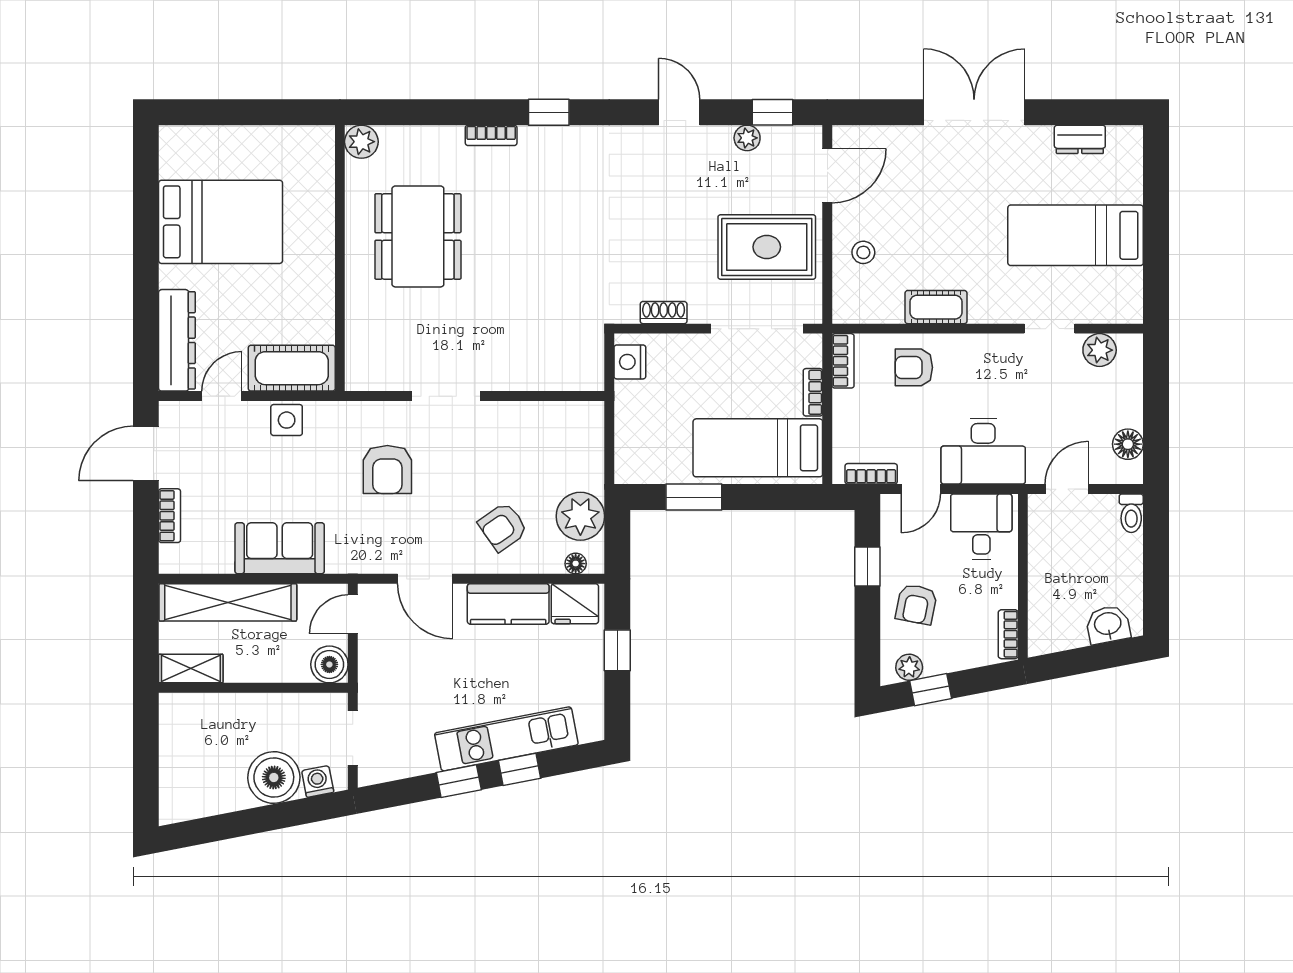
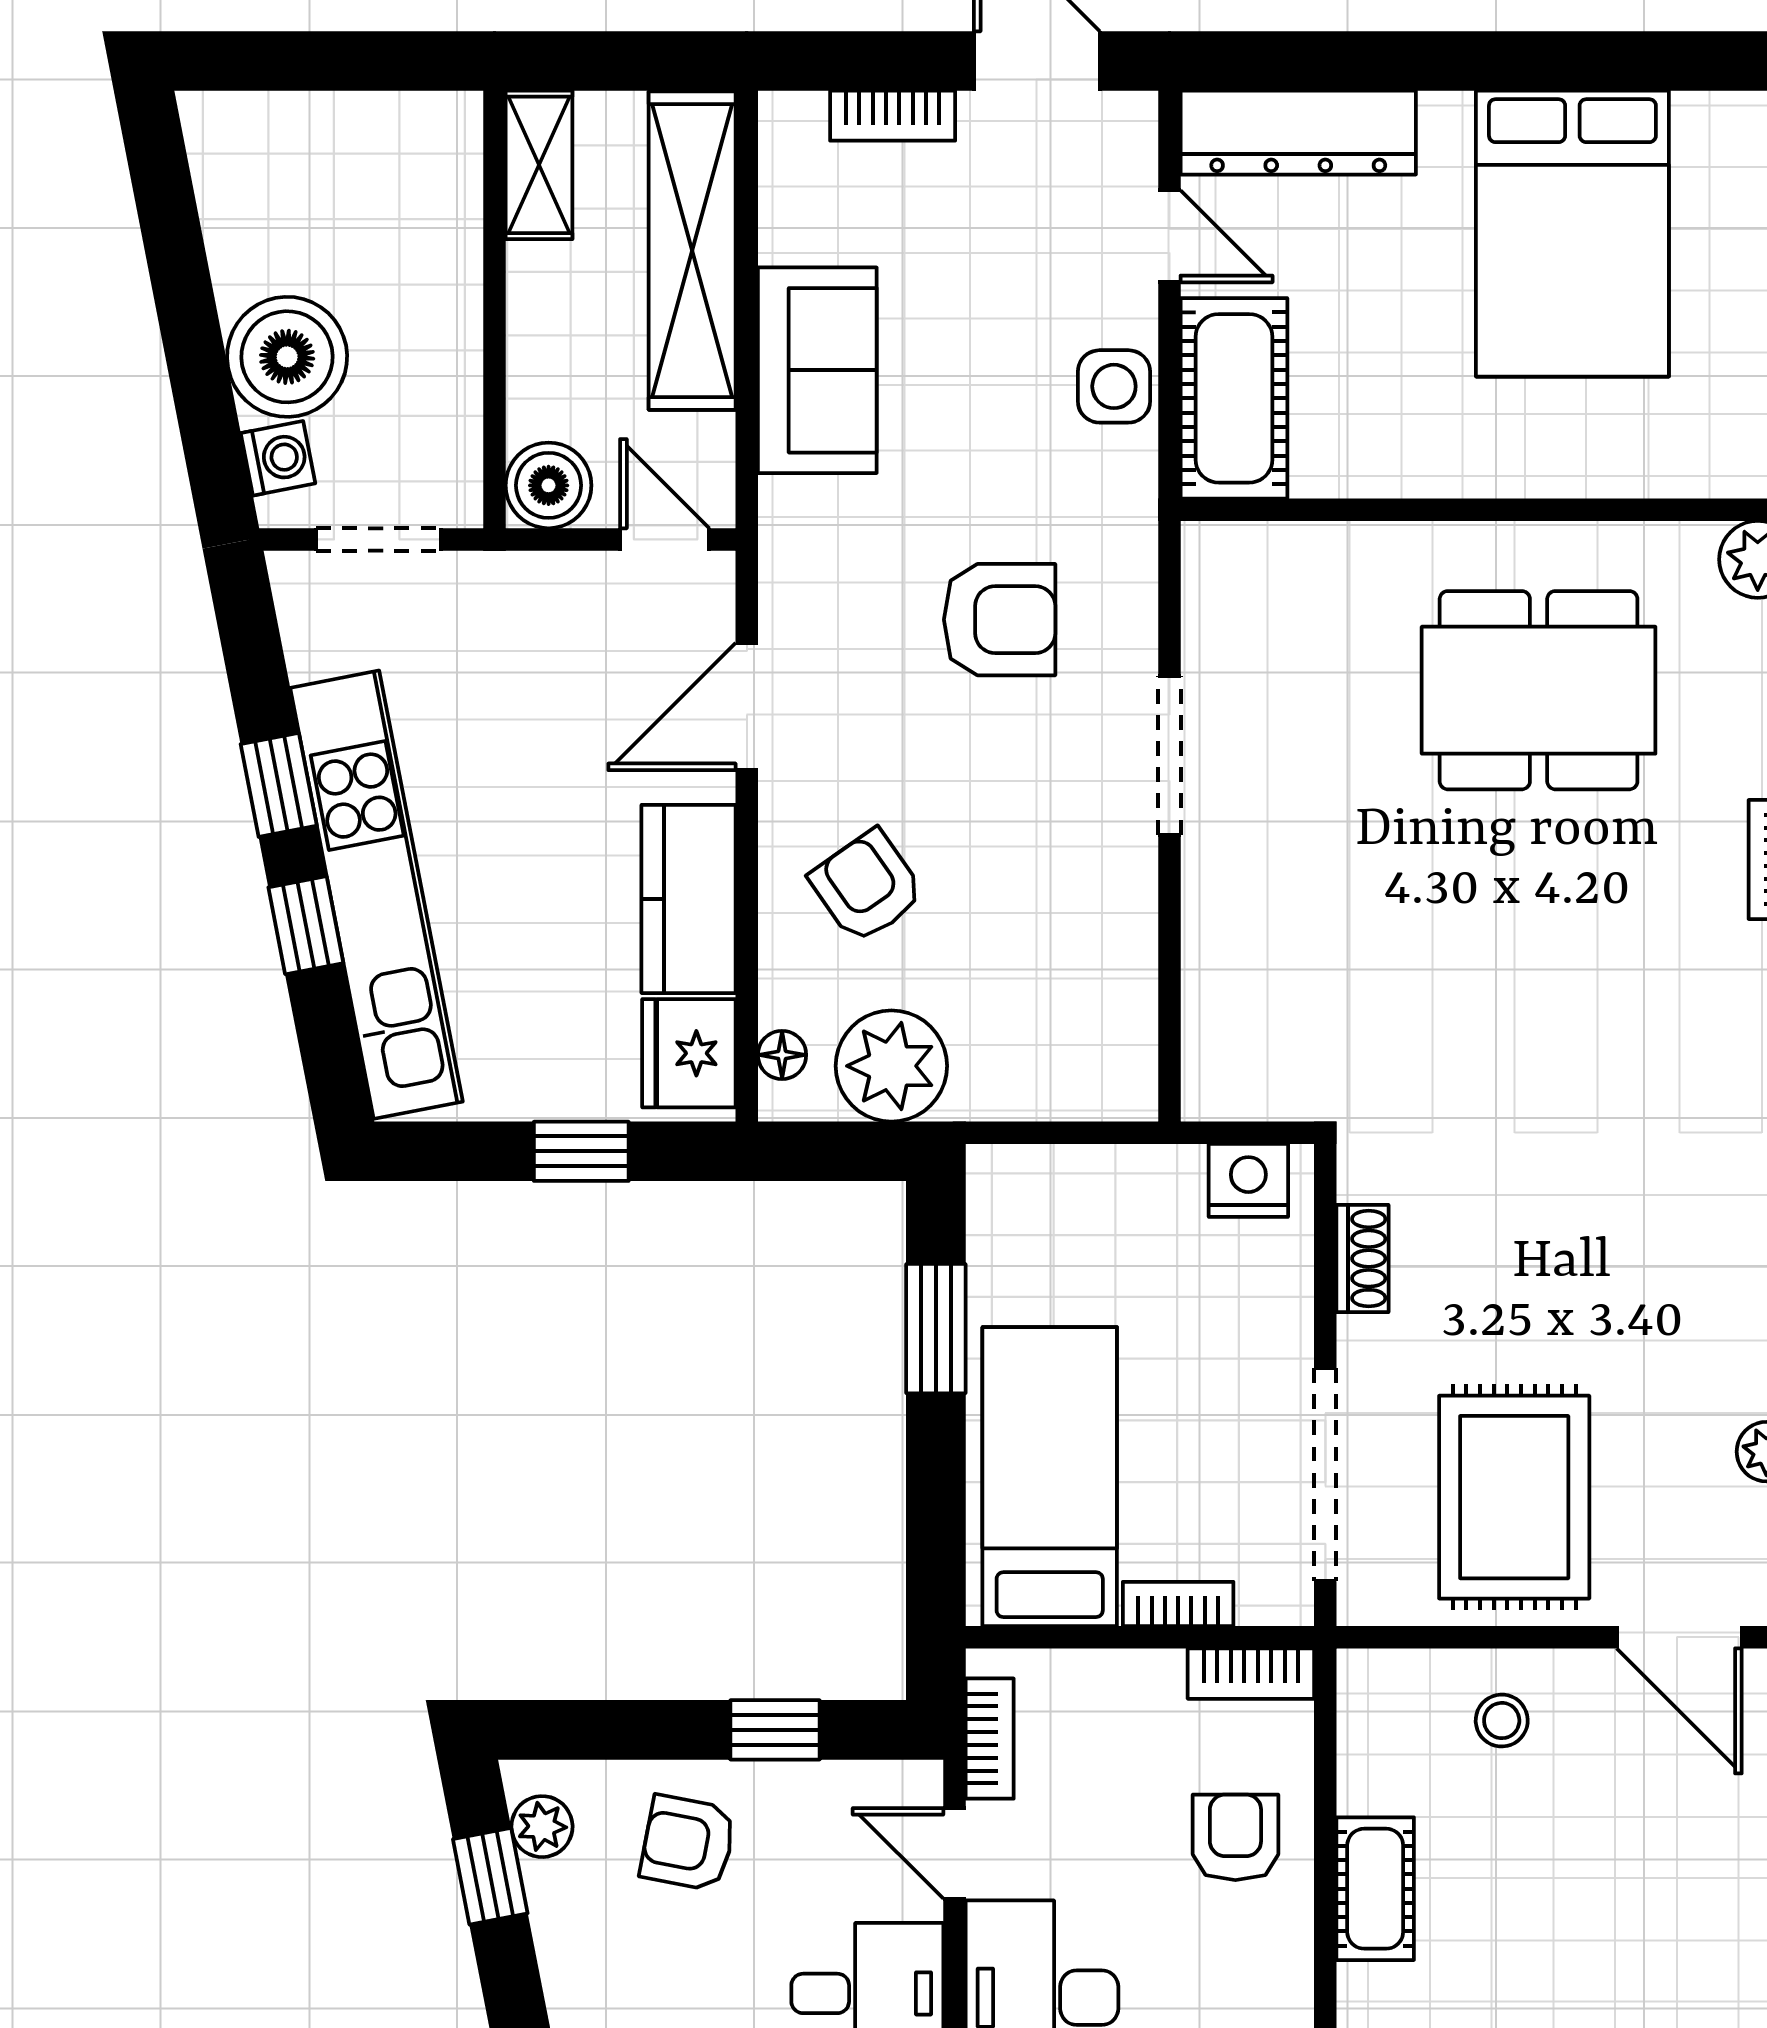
armchair: (387, 469) -> (1000, 620), turned 180
kitchen unit: (506, 739) -> (376, 895), width x1.36

